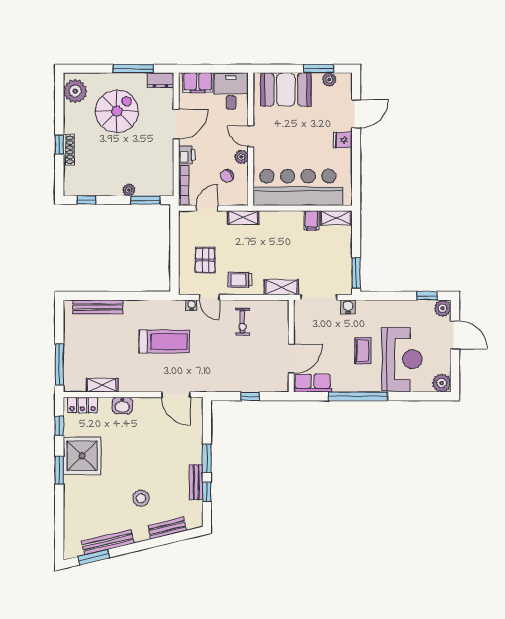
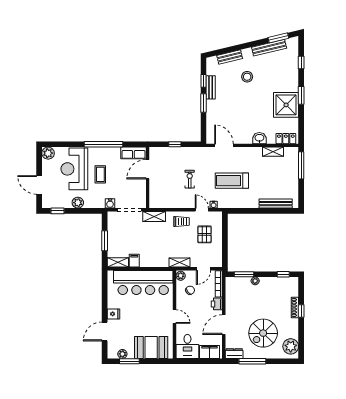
plant: (241, 157) -> (181, 276), moved
window: (356, 273) -> (105, 241), moved
plant: (443, 308) -> (78, 203), moved
exercise bike: (243, 322) -> (190, 179), moved
window: (59, 426) -> (301, 62), moved

